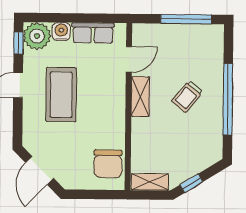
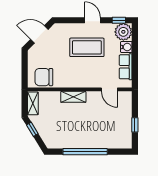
window: (186, 19) -> (135, 125), width x0.46
trolley: (187, 96) -> (87, 126), removed
shelving: (140, 97) -> (73, 97), moved

